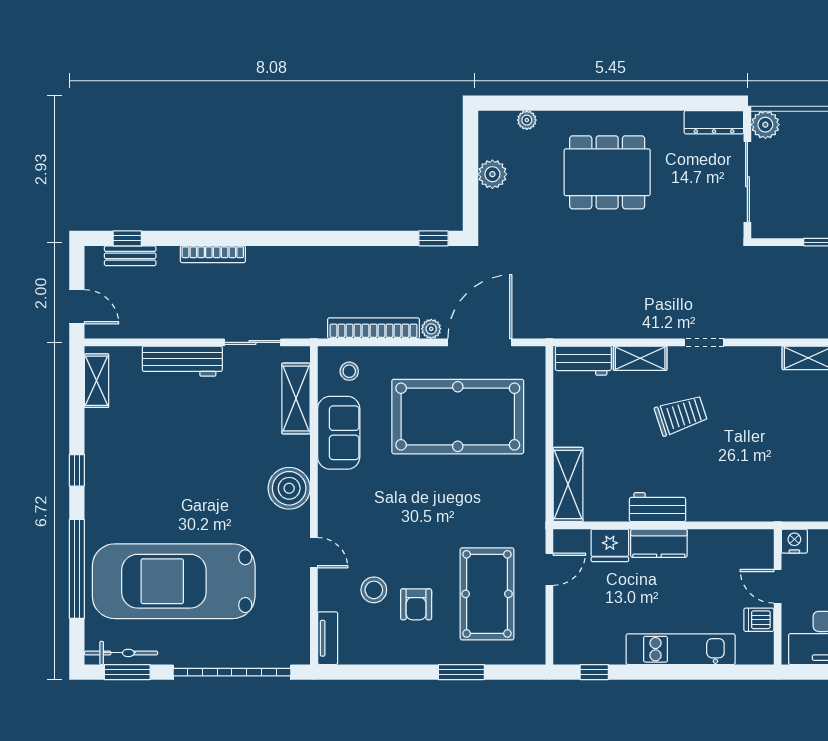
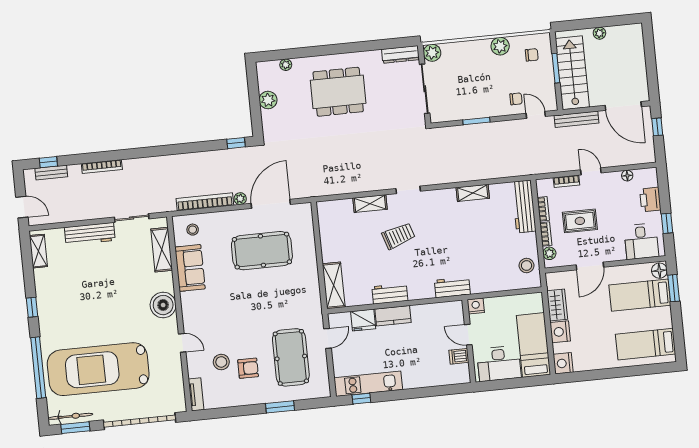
workbench: (583, 361) -> (452, 287), moved, turned 180
pool table: (458, 417) -> (262, 251), width x0.73, depth x0.76
armchair: (416, 604) -> (248, 368), turned -90
kitchen unit: (681, 649) -> (368, 384), moved

